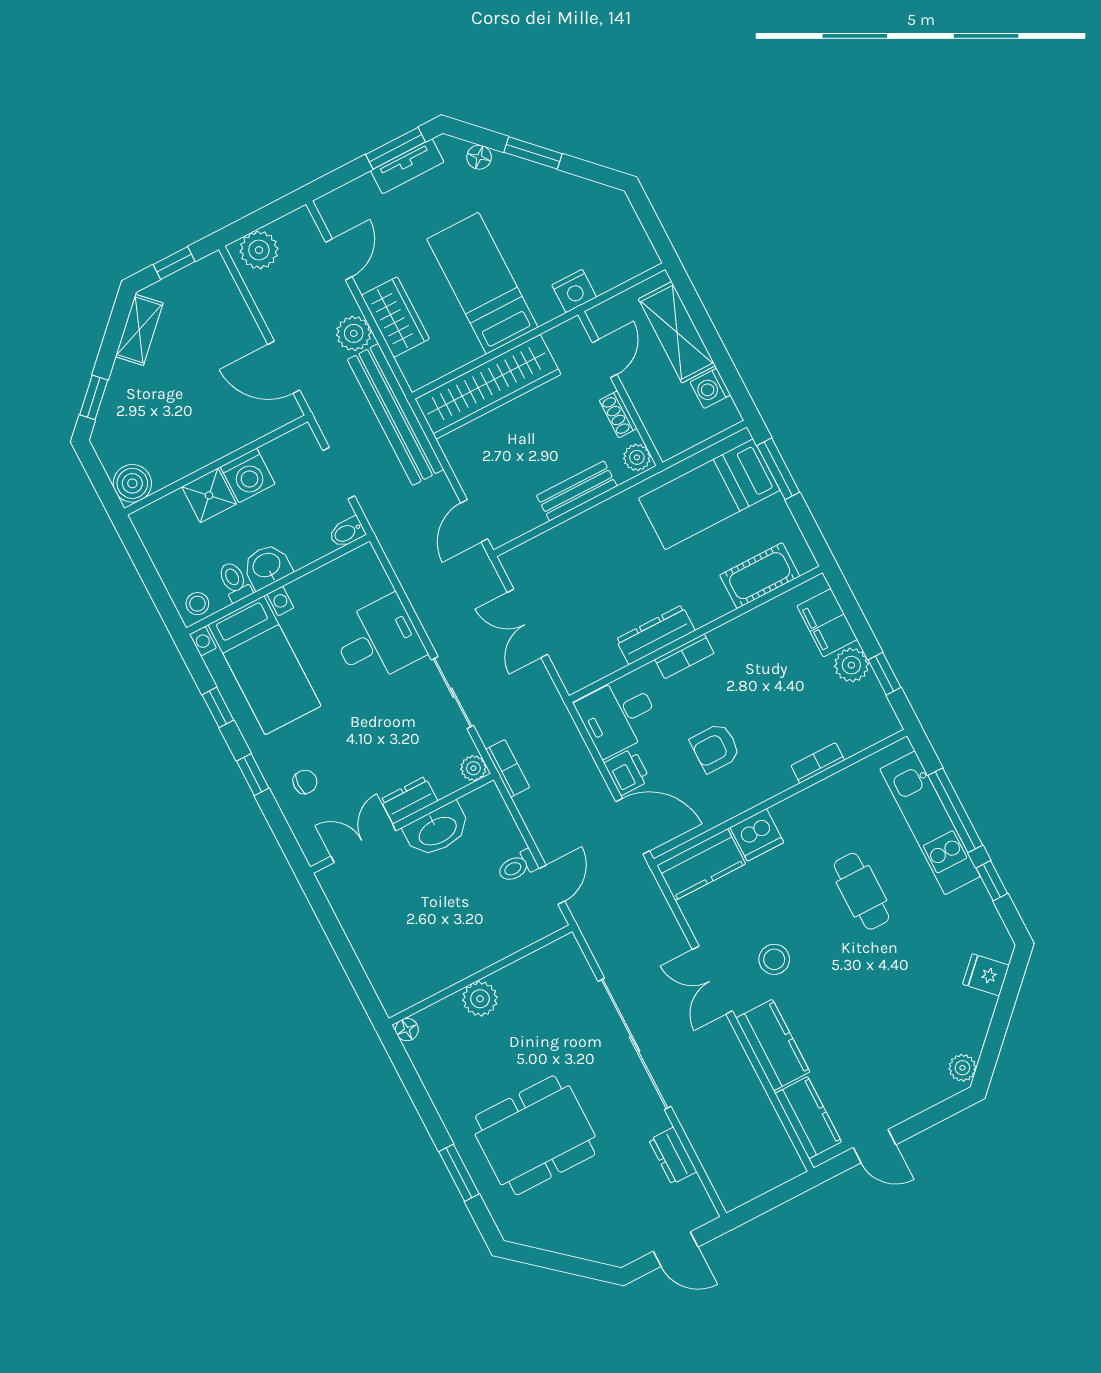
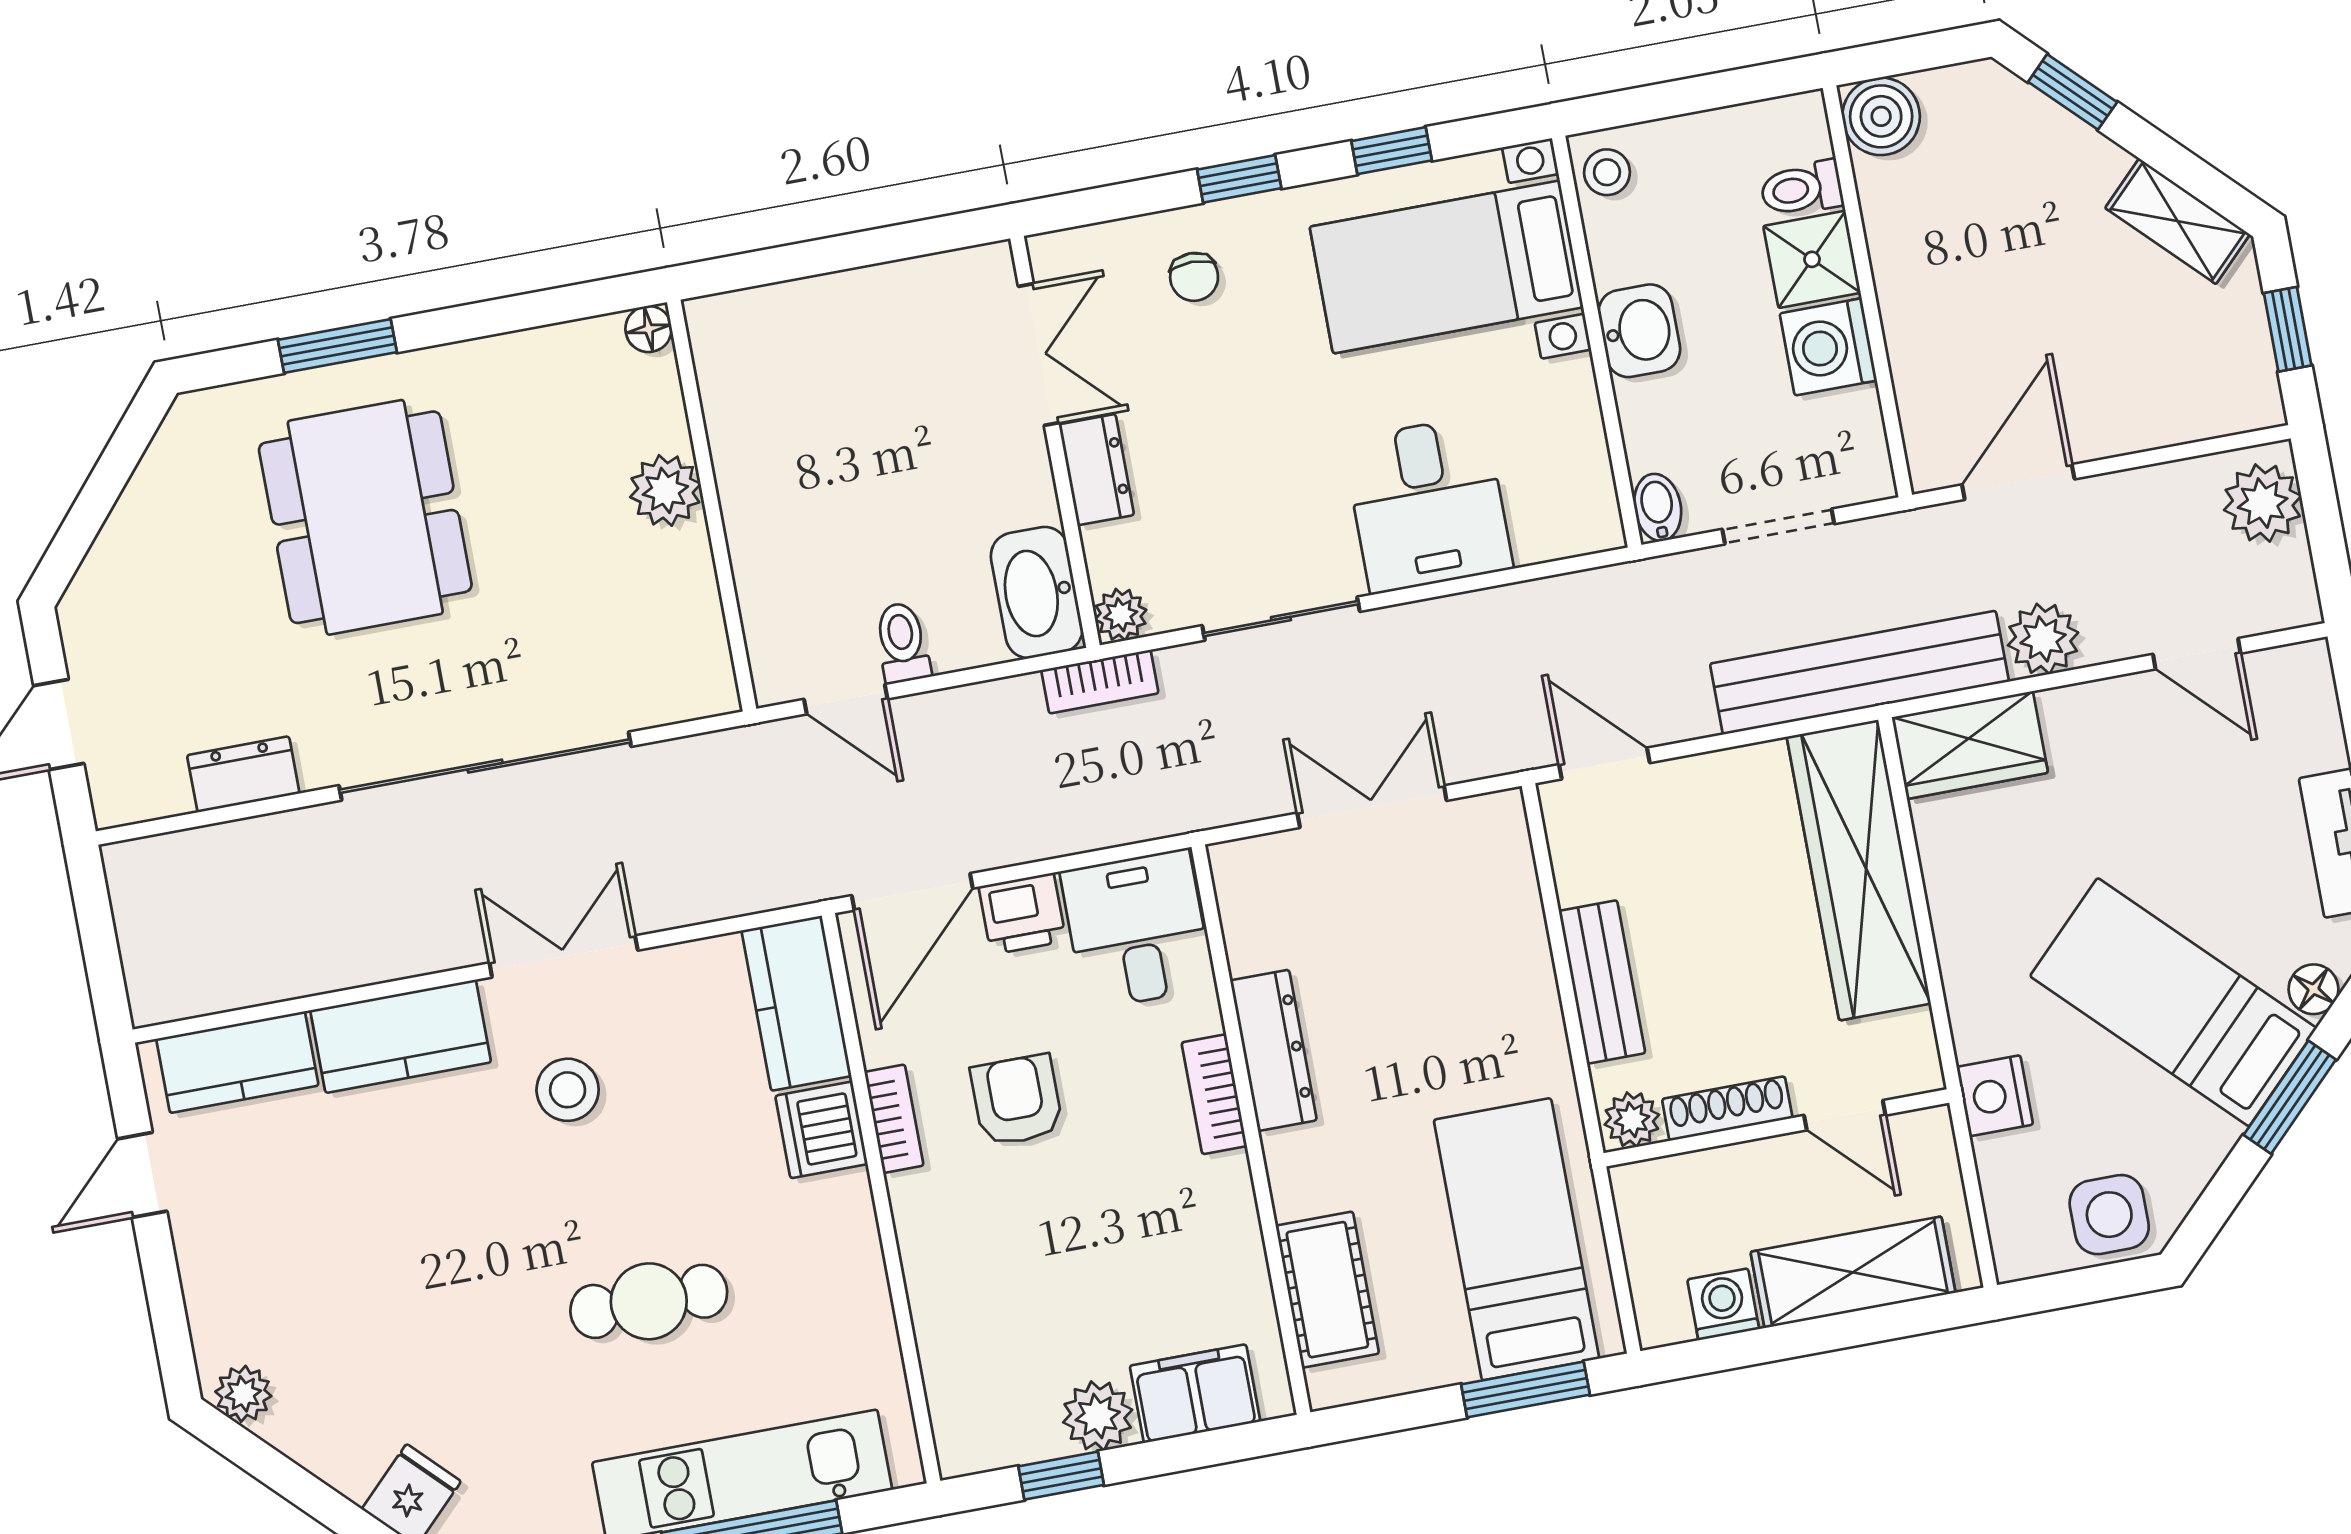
side table: (614, 221) -> (2109, 1215), added
bed: (482, 283) -> (2173, 1002), moved, turned -135
wardrobe: (395, 317) -> (1970, 745), moved
shoe rack: (618, 414) -> (1727, 1109), width x1.43
toilet: (235, 582) -> (1802, 189), moved, turned 180
bookcase: (818, 763) -> (894, 1119), moved
washbasin: (437, 830) -> (1037, 593), moved

